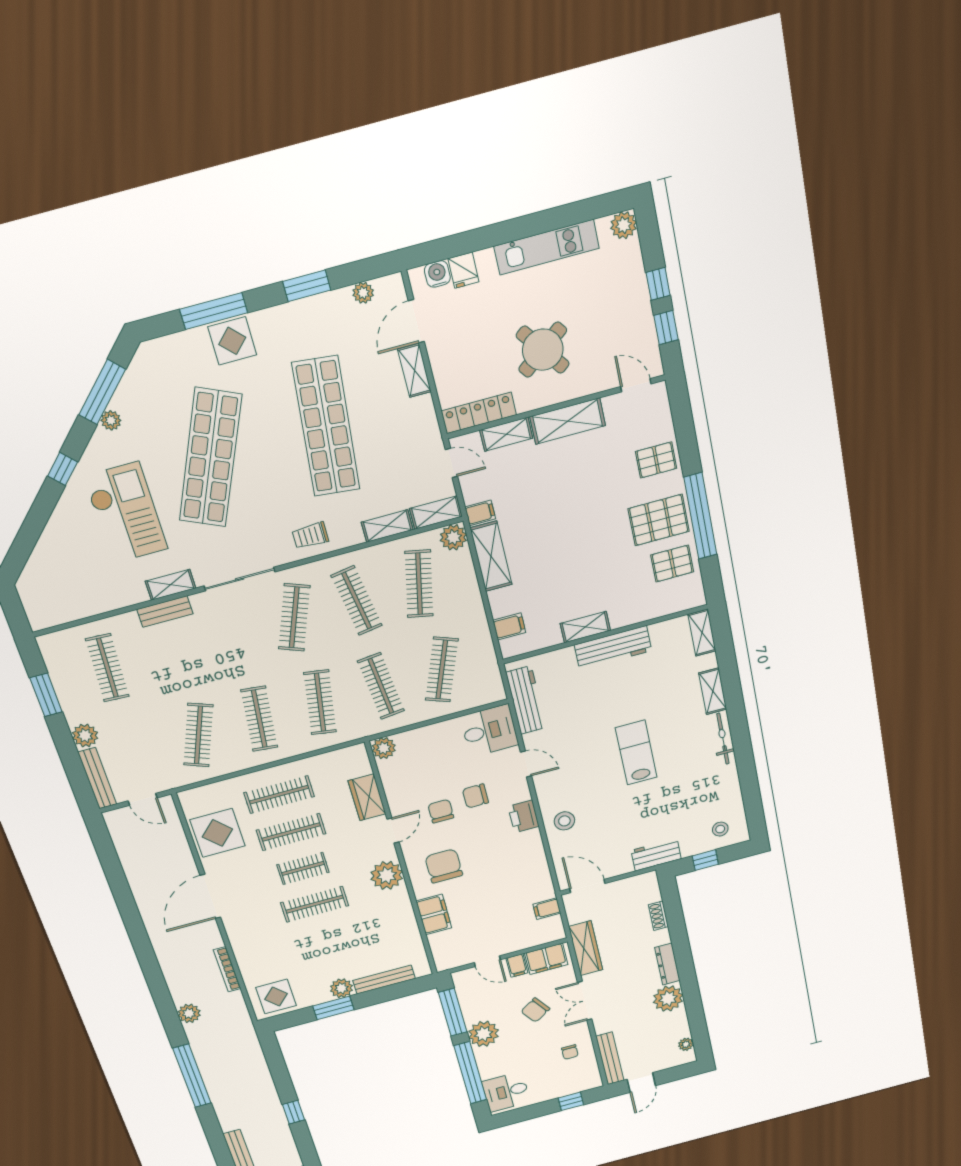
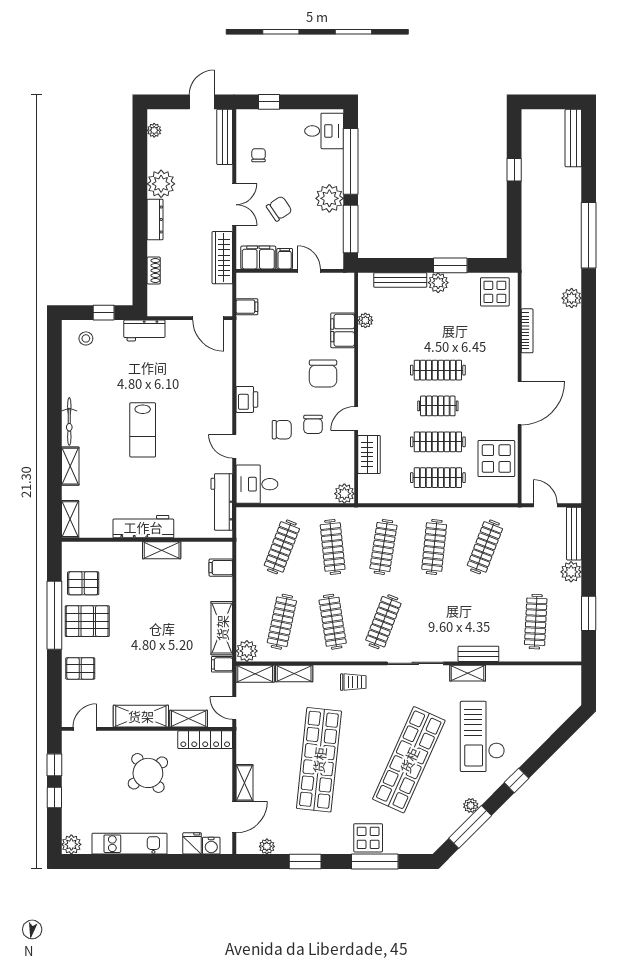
door: (636, 385) -> (85, 729), swing flipped
stool: (564, 821) -> (214, 385), removed
plant: (387, 875) -> (365, 320), moved, width x0.53, depth x0.53

